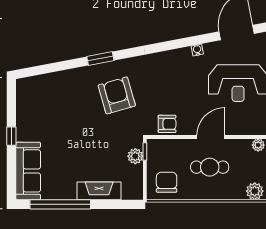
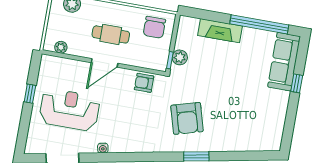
window: (11, 136) -> (297, 83), moved

